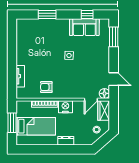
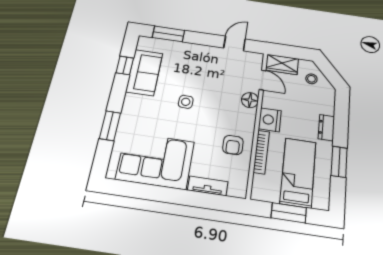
corner sofa: (30, 44) -> (155, 160), added
floor lamp: (104, 93) -> (250, 100), moved
window: (46, 149) -> (339, 162), added

